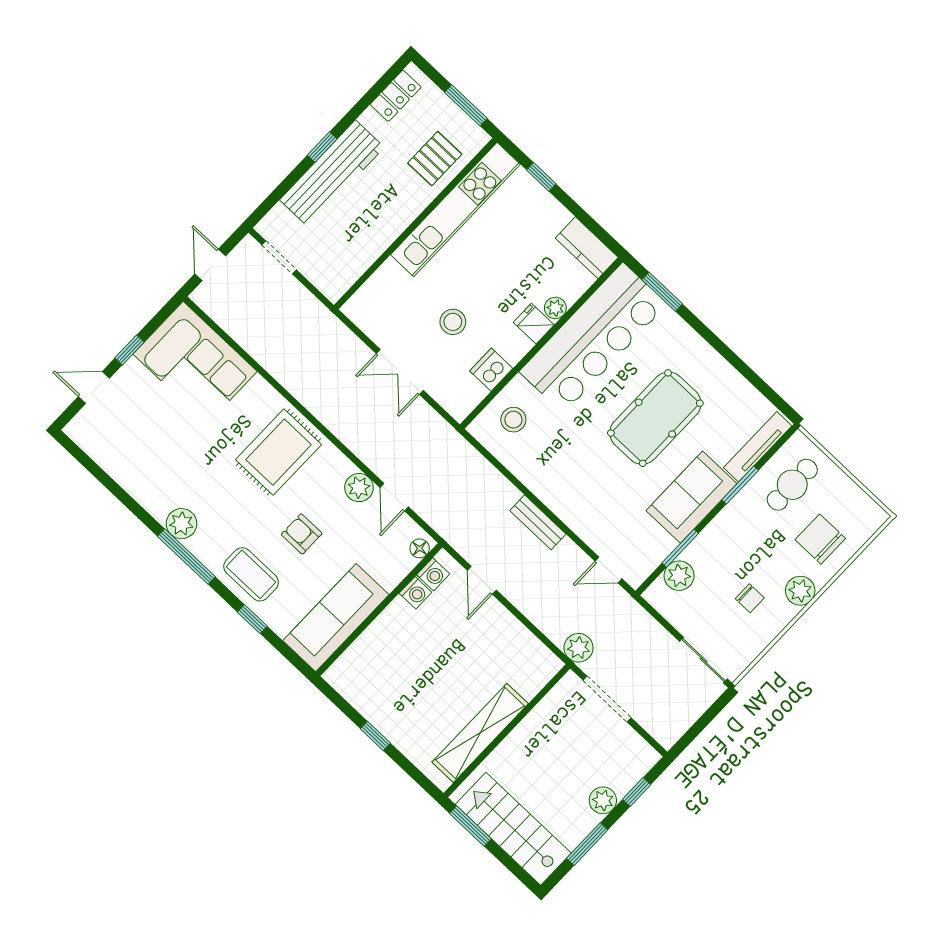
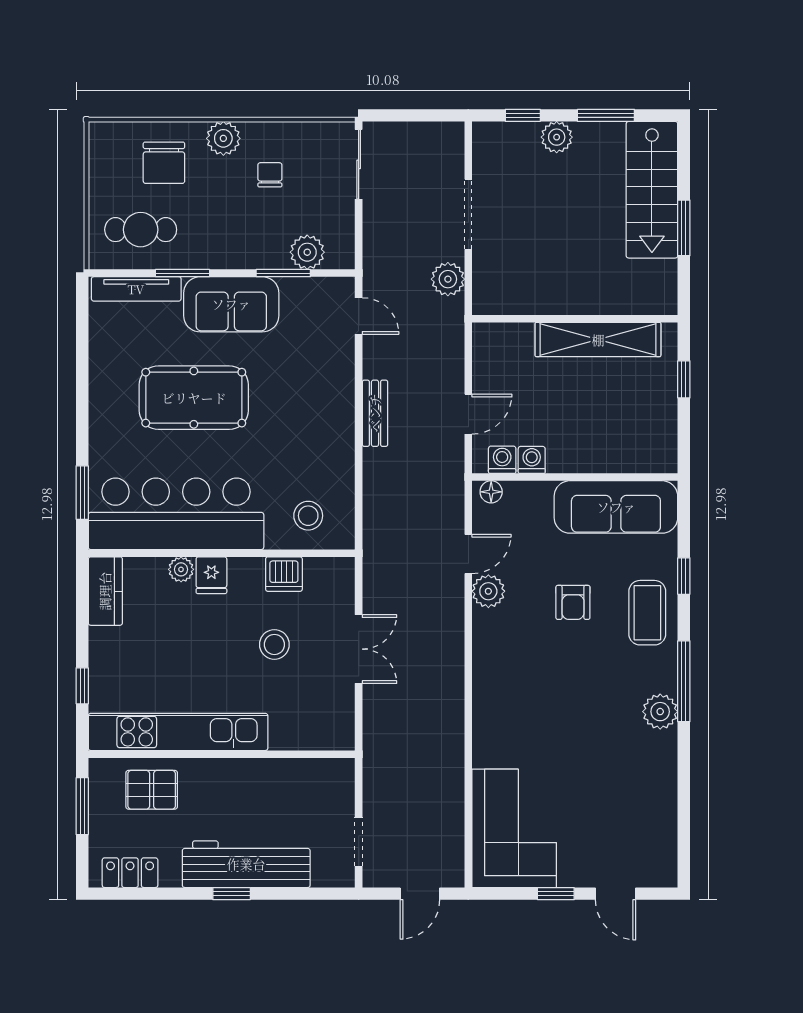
rug: (279, 452) -> (523, 687), removed
wall: (507, 731) -> (575, 319), moved
shelving: (480, 733) -> (598, 340), moved

